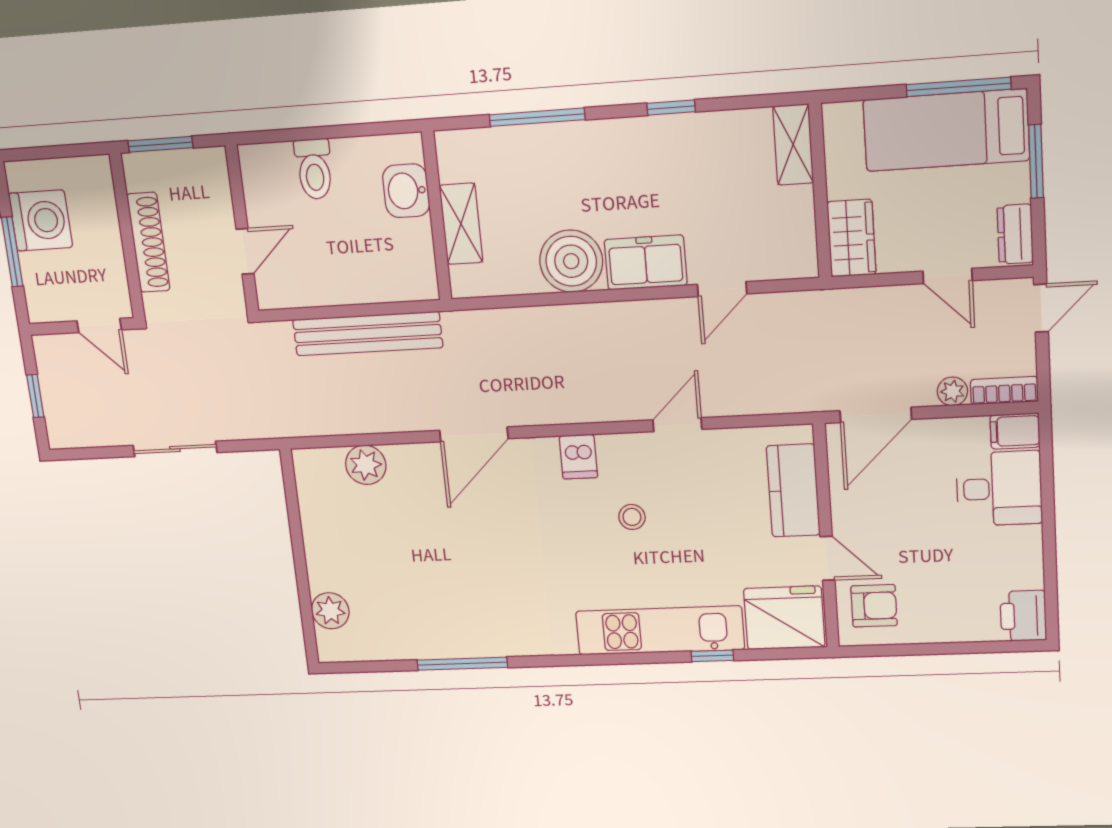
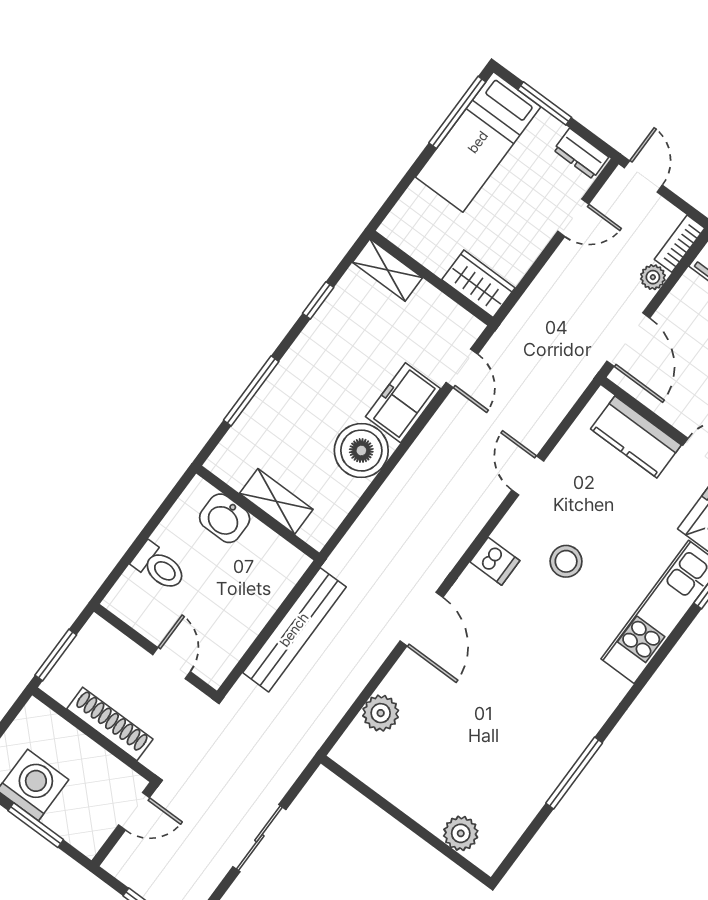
shelving: (793, 145) -> (388, 270), moved
wall: (820, 191) -> (432, 278), moved
wardrobe: (851, 238) -> (478, 284), moved
stool: (632, 517) -> (566, 561), width x1.37, depth x1.37

